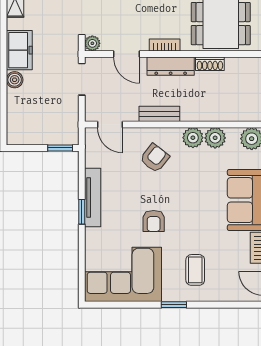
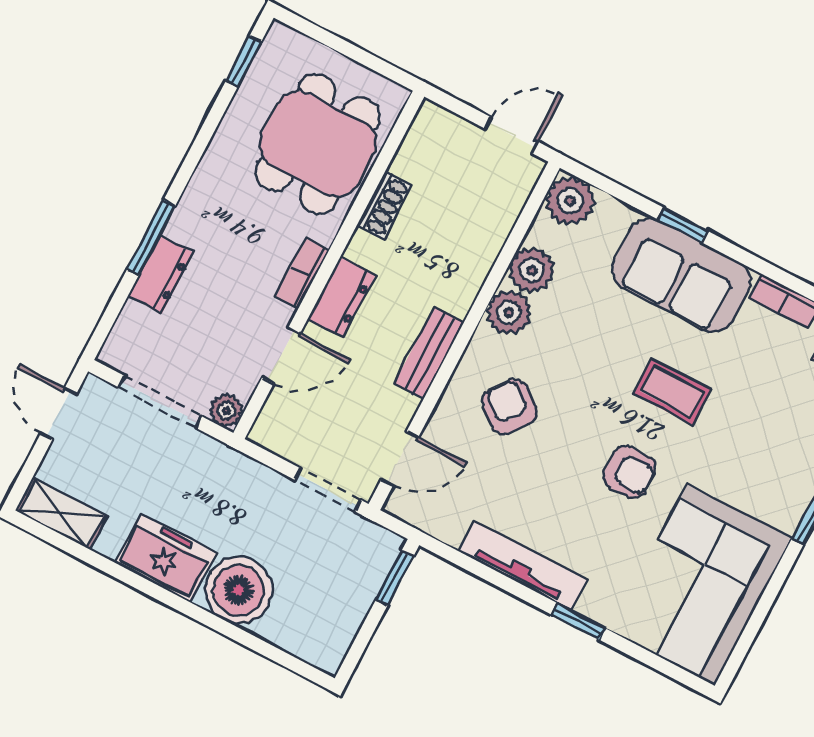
dresser: (171, 66) -> (342, 297), width x0.70
doorway: (82, 79) -> (328, 490), moved
boiler: (15, 80) -> (238, 590), width x1.86, depth x1.86
window: (82, 212) -> (578, 621), moved
coffee table: (195, 270) -> (672, 392), moved

